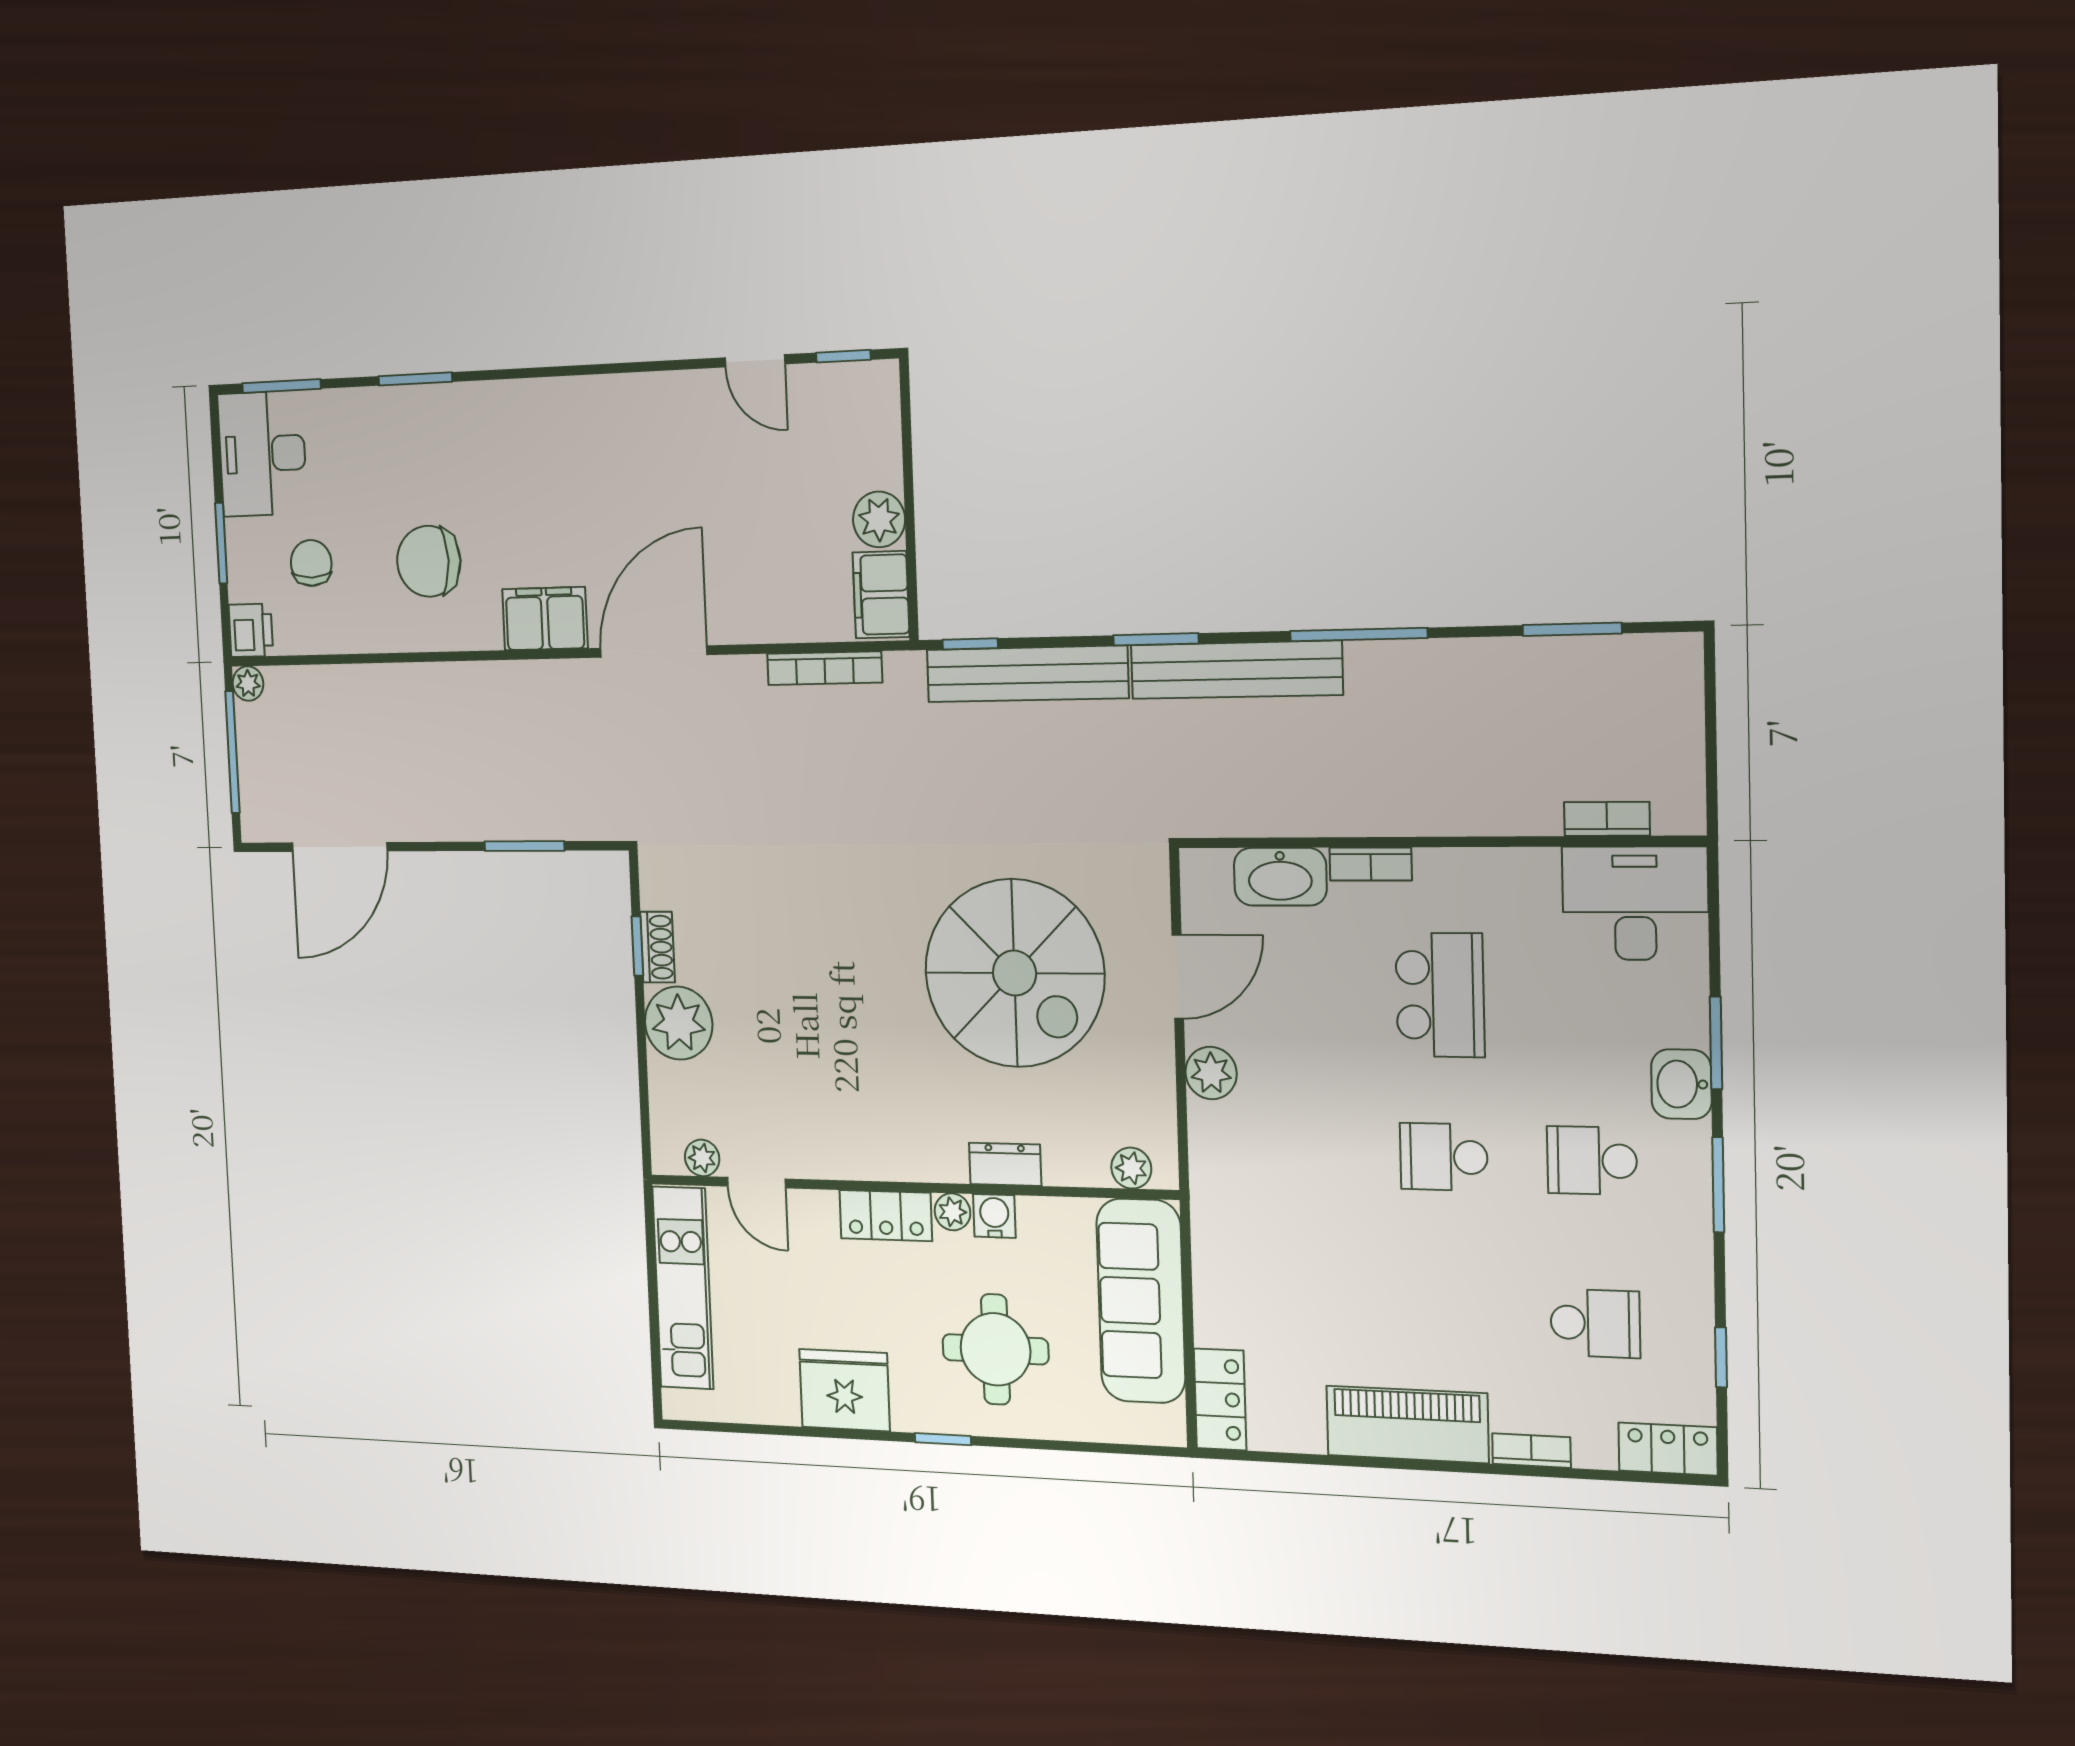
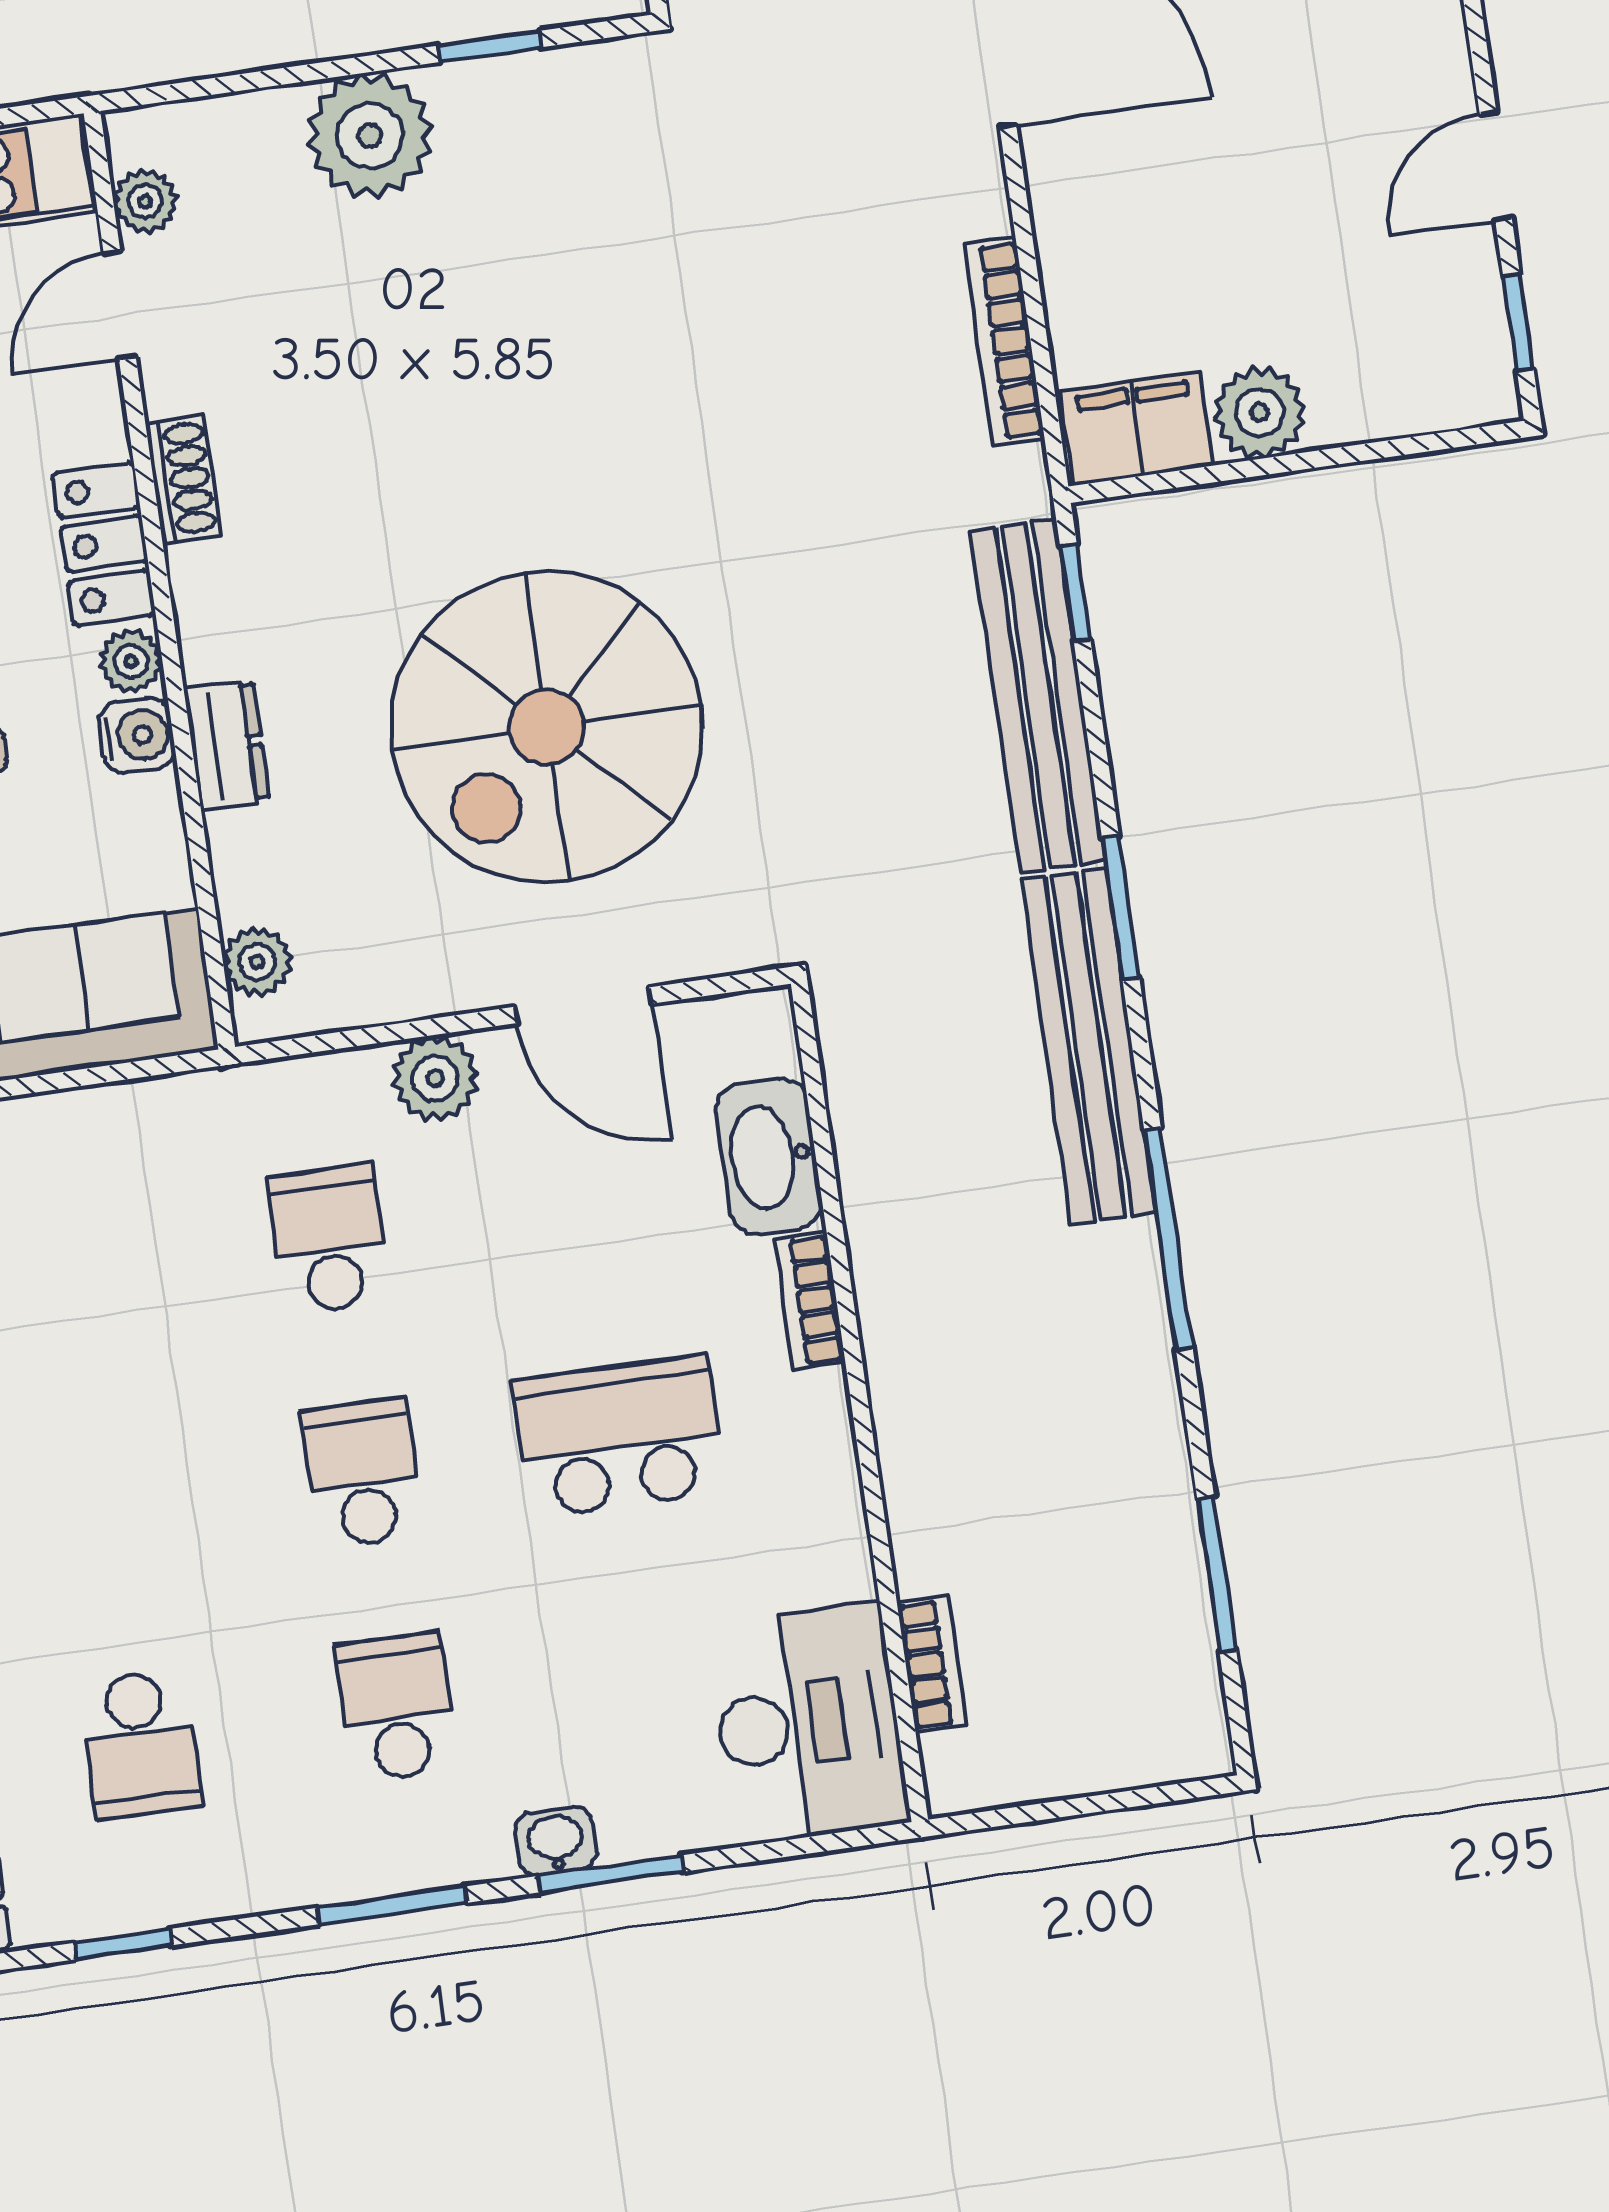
shoe rack: (657, 947) -> (183, 479), moved, turned -90
school desk: (1440, 995) -> (619, 1436), turned 180
washbasin: (1681, 1084) -> (556, 1841), width x0.72, depth x0.69
school desk: (1300, 1153) -> (329, 1239), added

